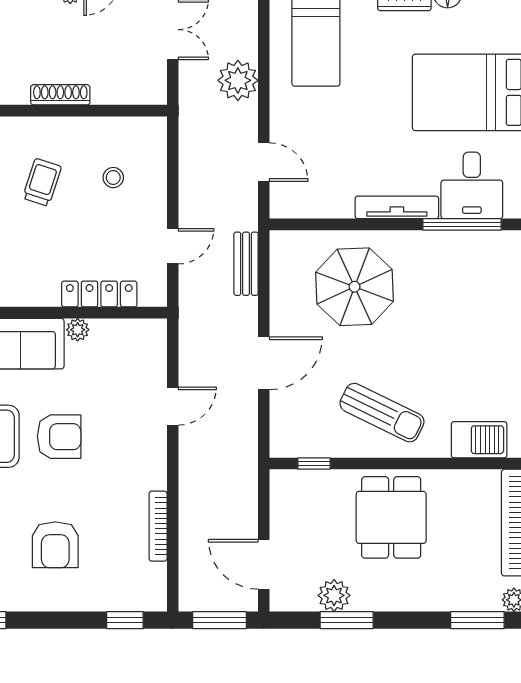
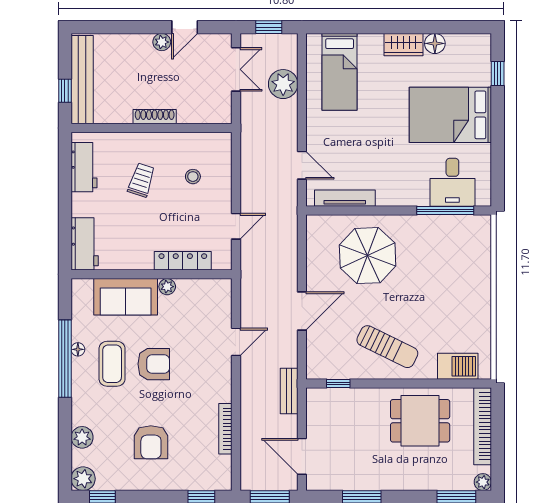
plant: (238, 80) -> (283, 84), moved
tv unit: (397, 207) -> (345, 198), moved
bench: (246, 264) -> (289, 391), moved
dining table: (391, 517) -> (420, 421), moved, turned 90
plant: (334, 595) -> (353, 479), removed

